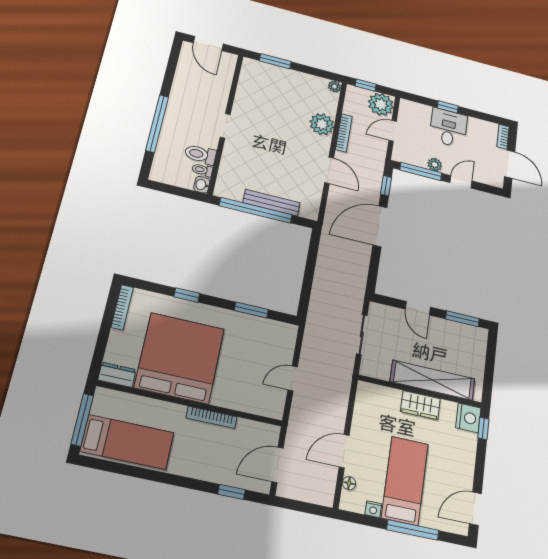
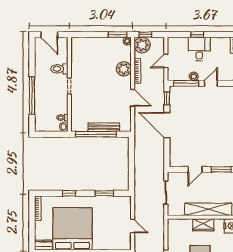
window: (275, 61) -> (117, 35), moved
plant: (381, 104) -> (142, 45), moved
toilet: (200, 154) -> (59, 69), moved
door: (380, 226) -> (167, 125), hinge flipped
door: (418, 308) -> (195, 169), hinge flipped
door: (293, 378) -> (133, 226), swing flipped

